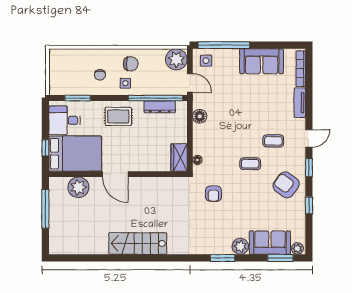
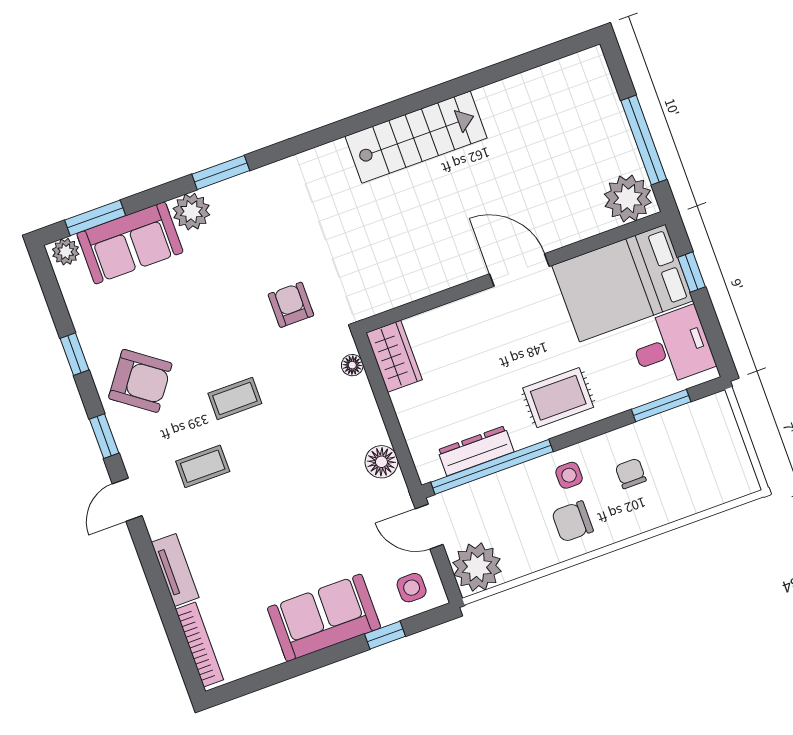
window: (224, 45) -> (385, 635), width x0.32
sofa: (262, 61) -> (324, 618), moved
plant: (78, 187) -> (628, 198), moved

